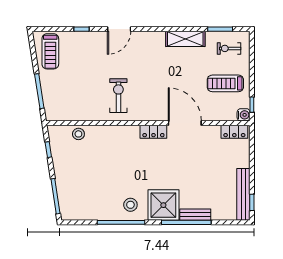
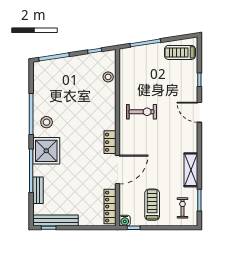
locker: (234, 132) -> (110, 207), width x1.53
bench: (195, 215) -> (38, 190), moved

